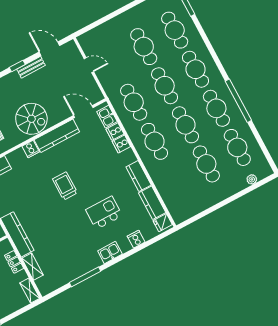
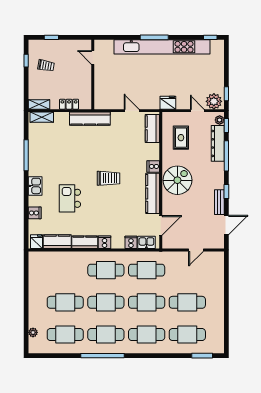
spiral stairs: (31, 119) -> (177, 180), turned 180
cooker: (121, 144) -> (105, 242), moved
kitchen island: (104, 213) -> (70, 198), turned 180
shelving: (33, 267) -> (42, 117), moved

